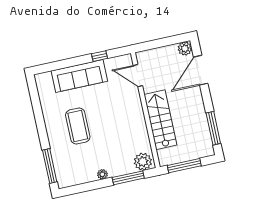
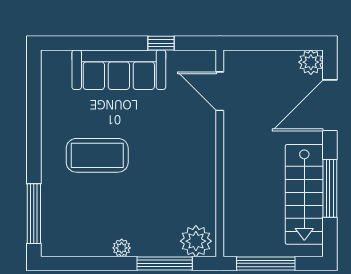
stairs: (160, 120) -> (304, 194), moved, turned 180
coffee table: (78, 126) -> (97, 155), turned 90
window: (213, 128) -> (330, 188), moved

